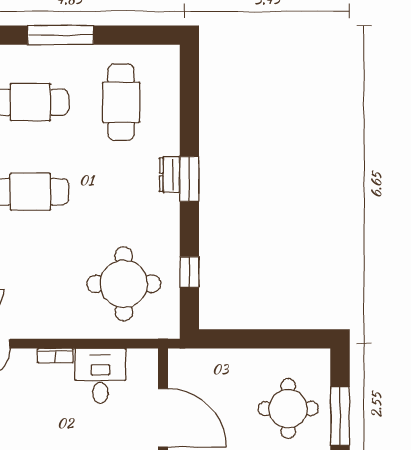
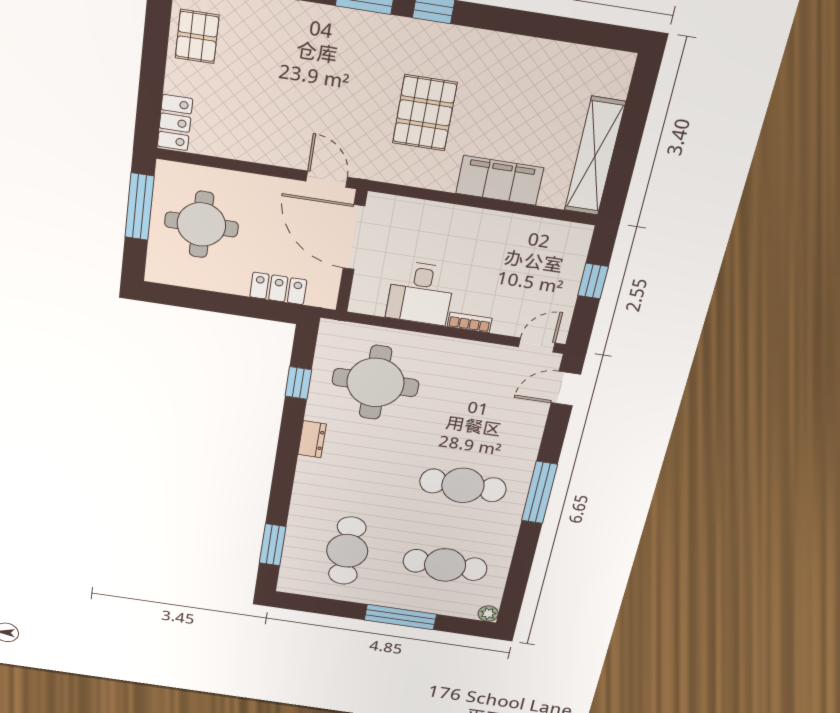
dresser: (170, 175) -> (312, 439), moved
window: (189, 179) -> (273, 545), moved
locker: (218, 360) -> (278, 288), added

